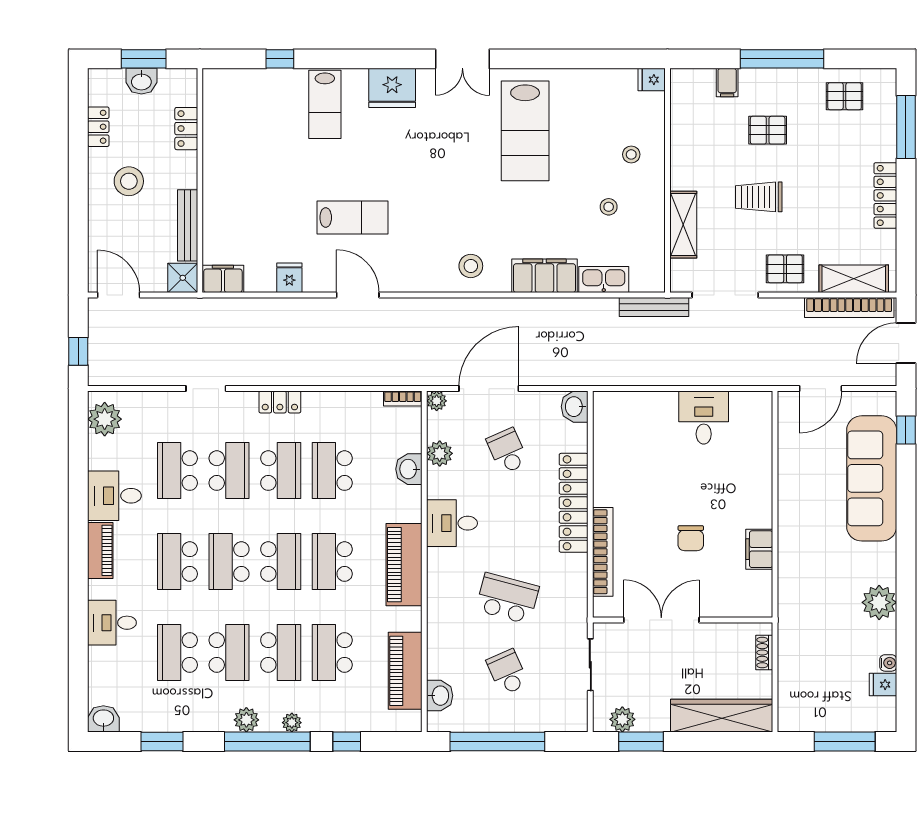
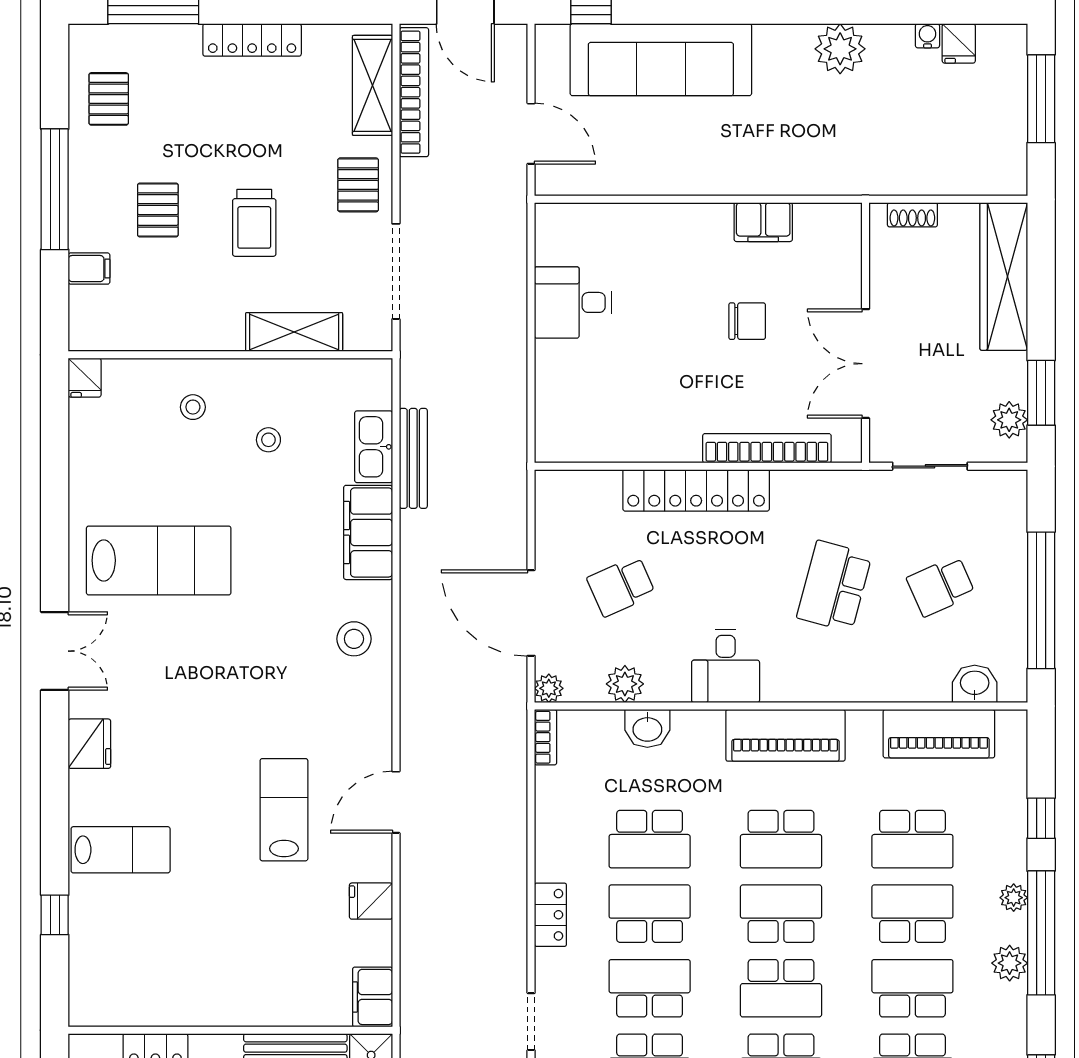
fridge: (392, 88) -> (89, 744), width x0.73, depth x0.75
bench: (654, 307) -> (413, 458), moved
washbasin: (575, 407) -> (557, 489), removed

